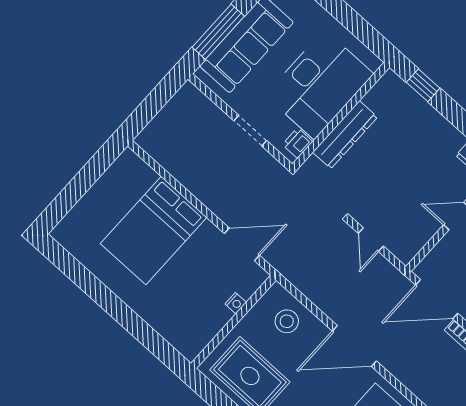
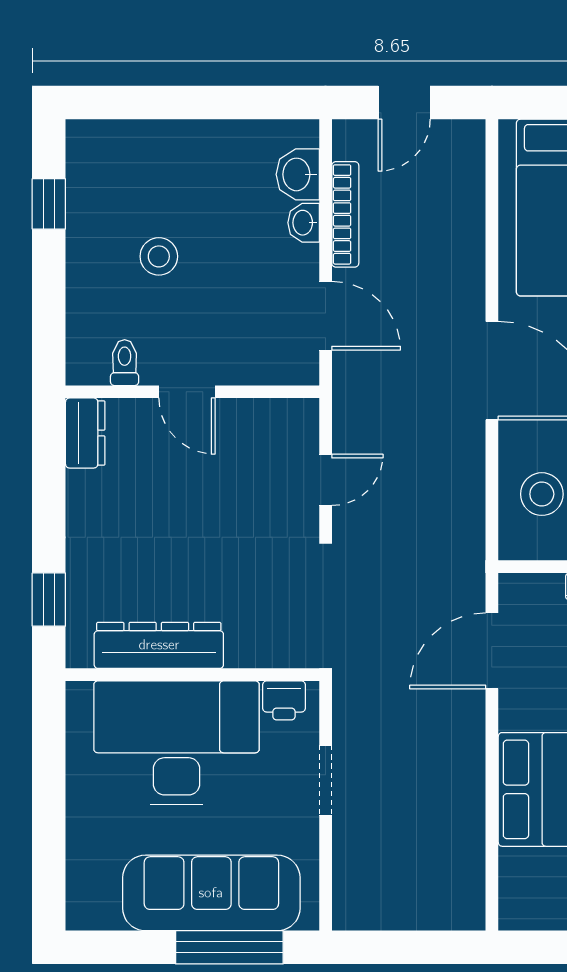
dresser: (345, 135) -> (159, 645), moved
door: (242, 244) -> (492, 651), hinge flipped
door: (437, 299) -> (326, 316), width x0.73

